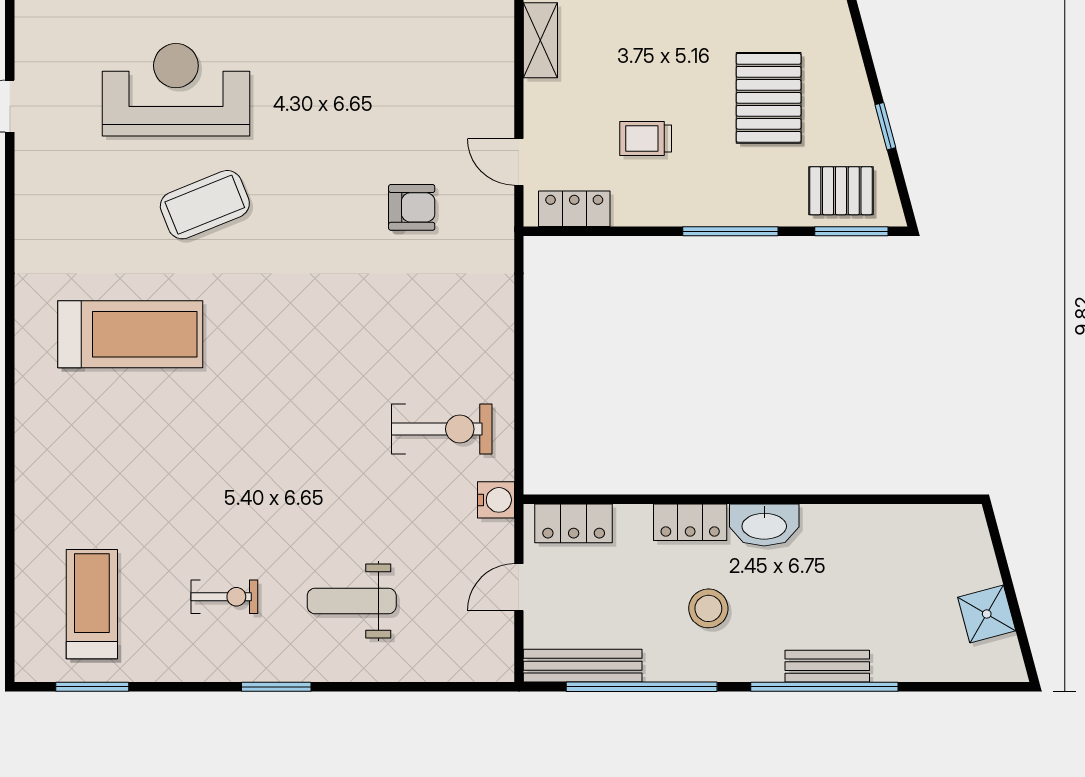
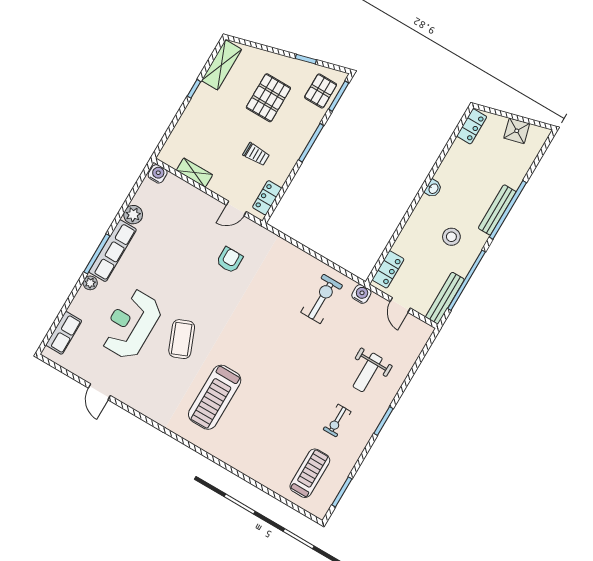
pallet: (769, 98) -> (268, 98), turned 90
trolley: (646, 138) -> (256, 154), turned -90
treadmill: (130, 334) -> (215, 397), turned 180
locker: (690, 522) -> (472, 126), moved
washbasin: (764, 525) -> (433, 188), width x0.52, depth x0.69
exercise bike: (224, 597) -> (337, 421), turned 180
treadmill: (92, 604) -> (310, 473), turned 90
bench: (827, 666) -> (497, 210), width x1.36

